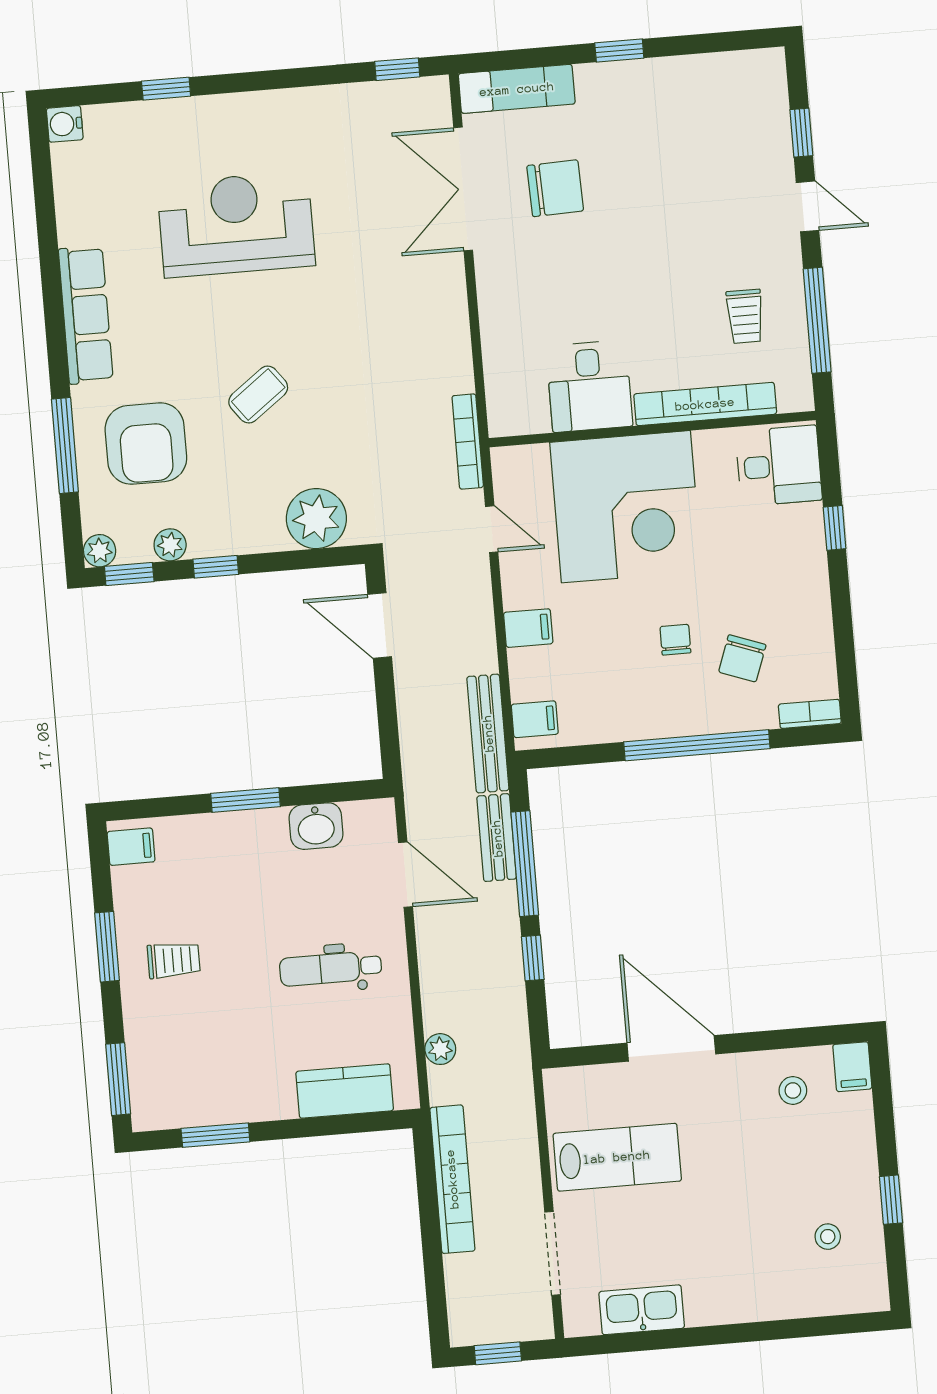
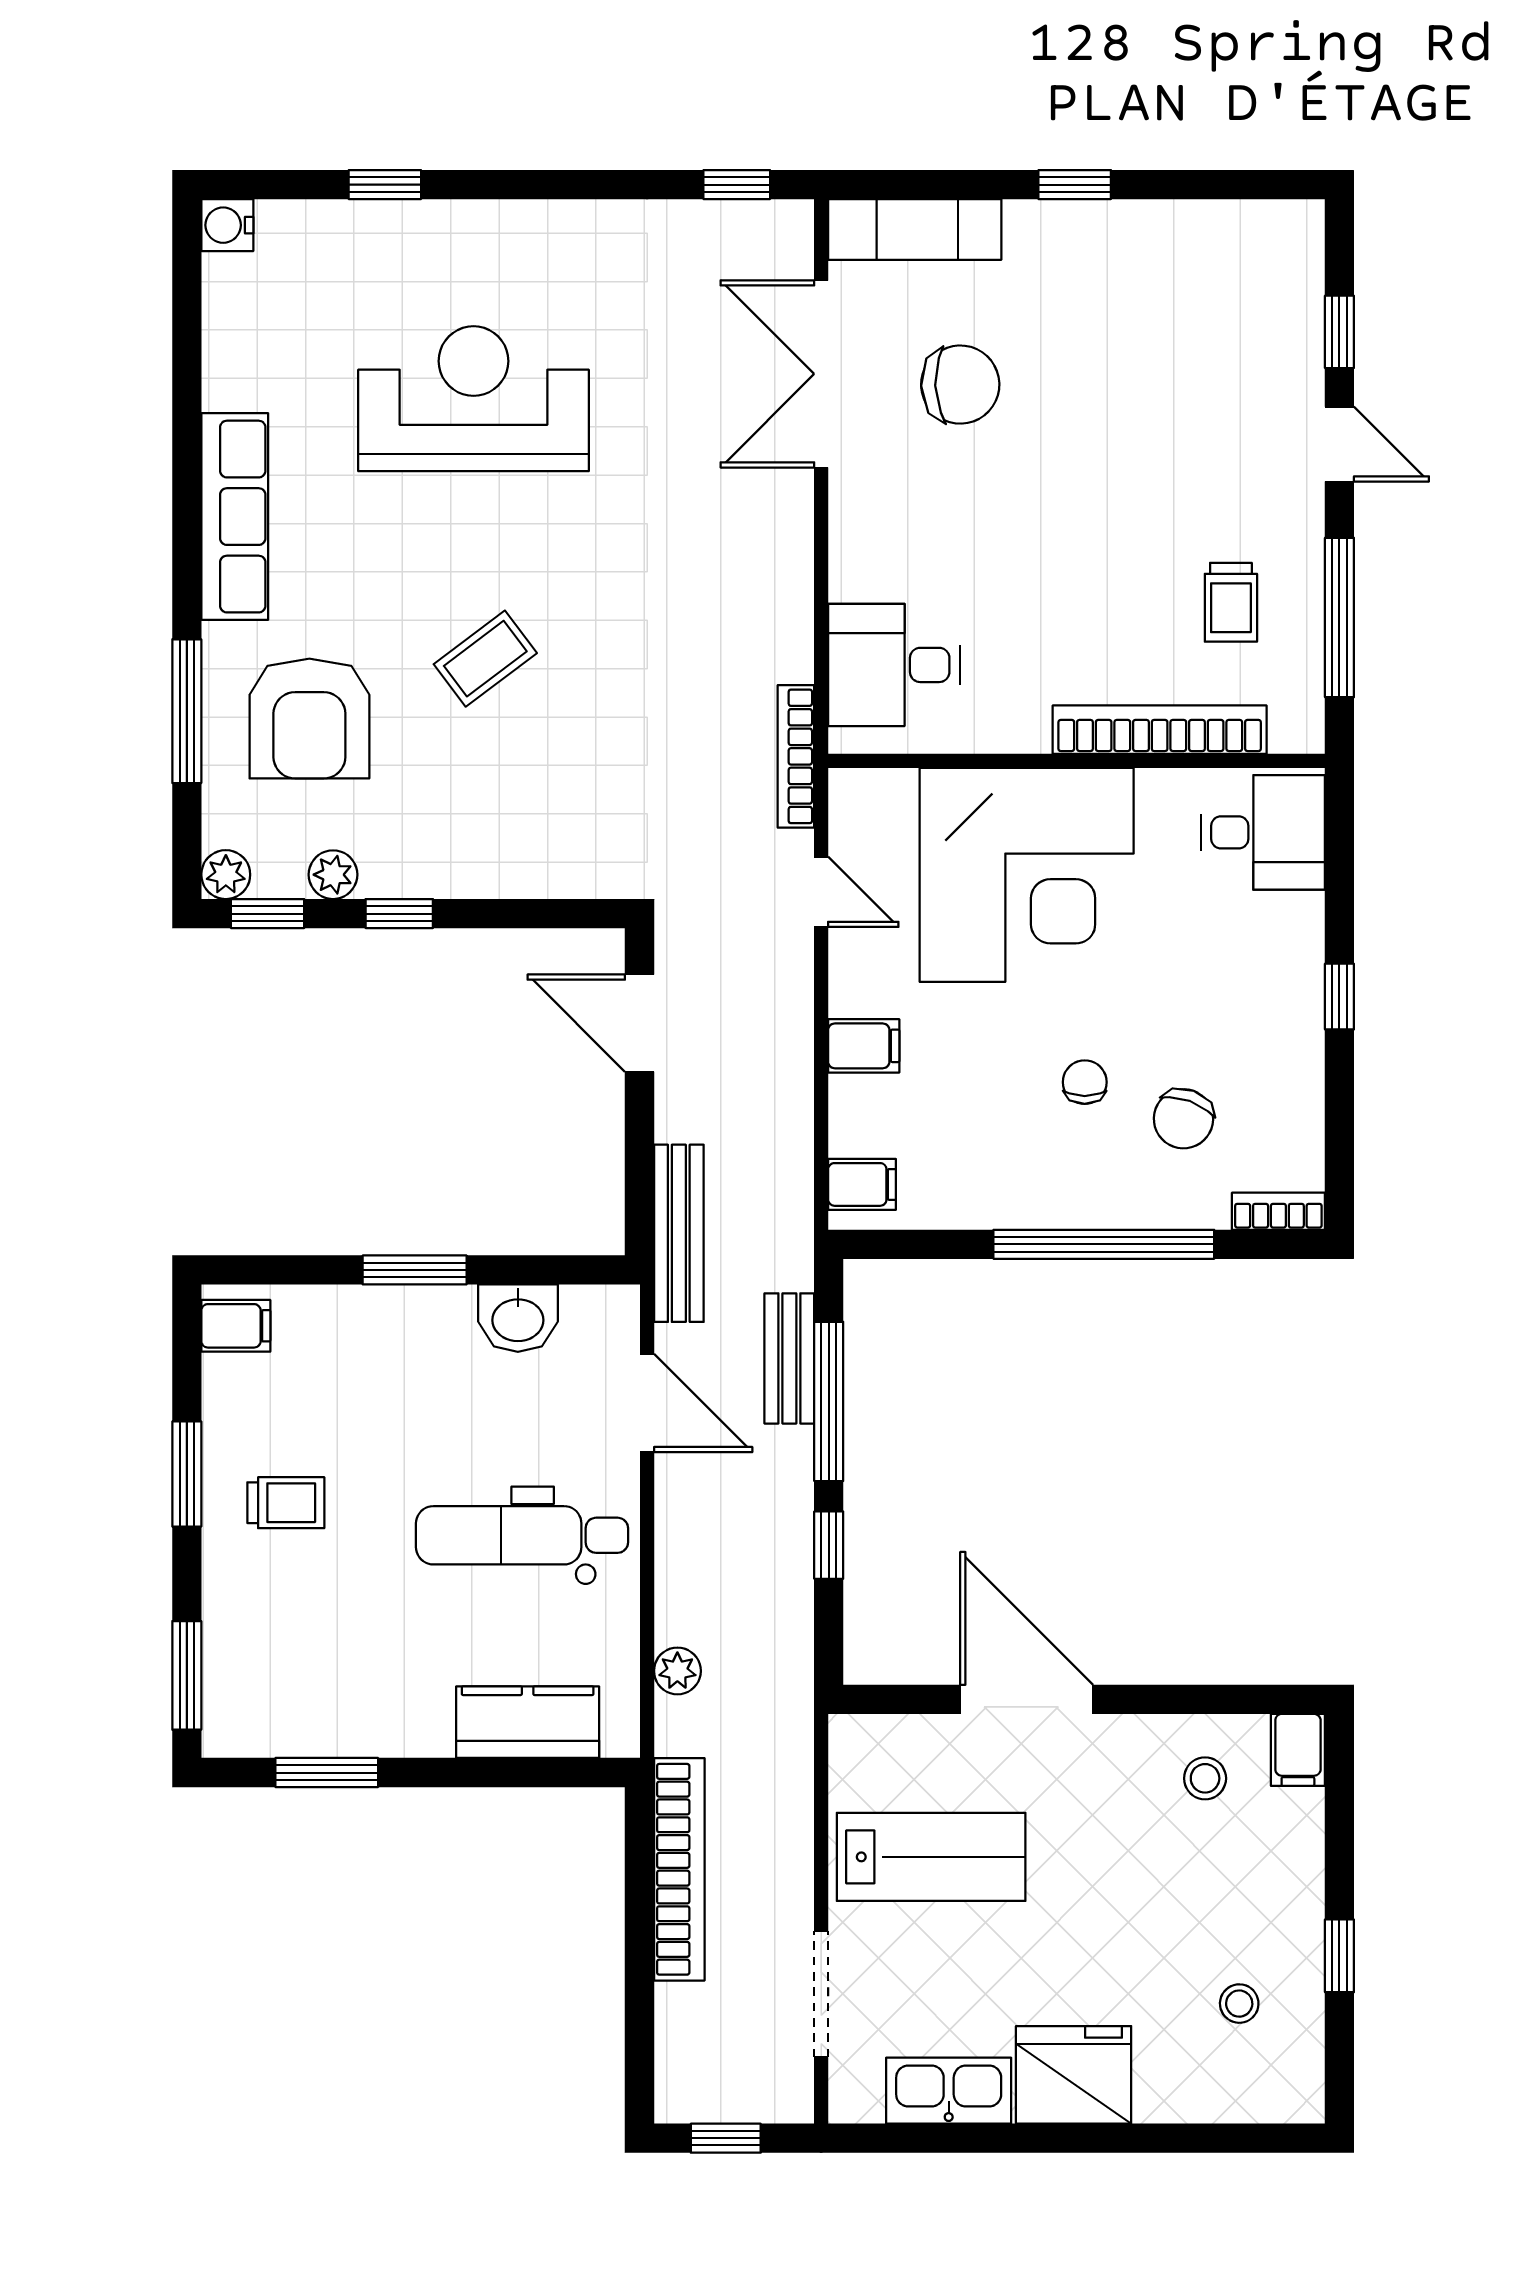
desk: (589, 386) -> (894, 665), moved, turned 90
plant: (316, 519) -> (557, 853), removed
window: (835, 528) -> (1339, 997), moved
bench: (488, 733) -> (679, 1233), moved
dental chair: (331, 968) -> (522, 1535), width x1.36, depth x1.38
fridge: (723, 1293) -> (1074, 2075), added

